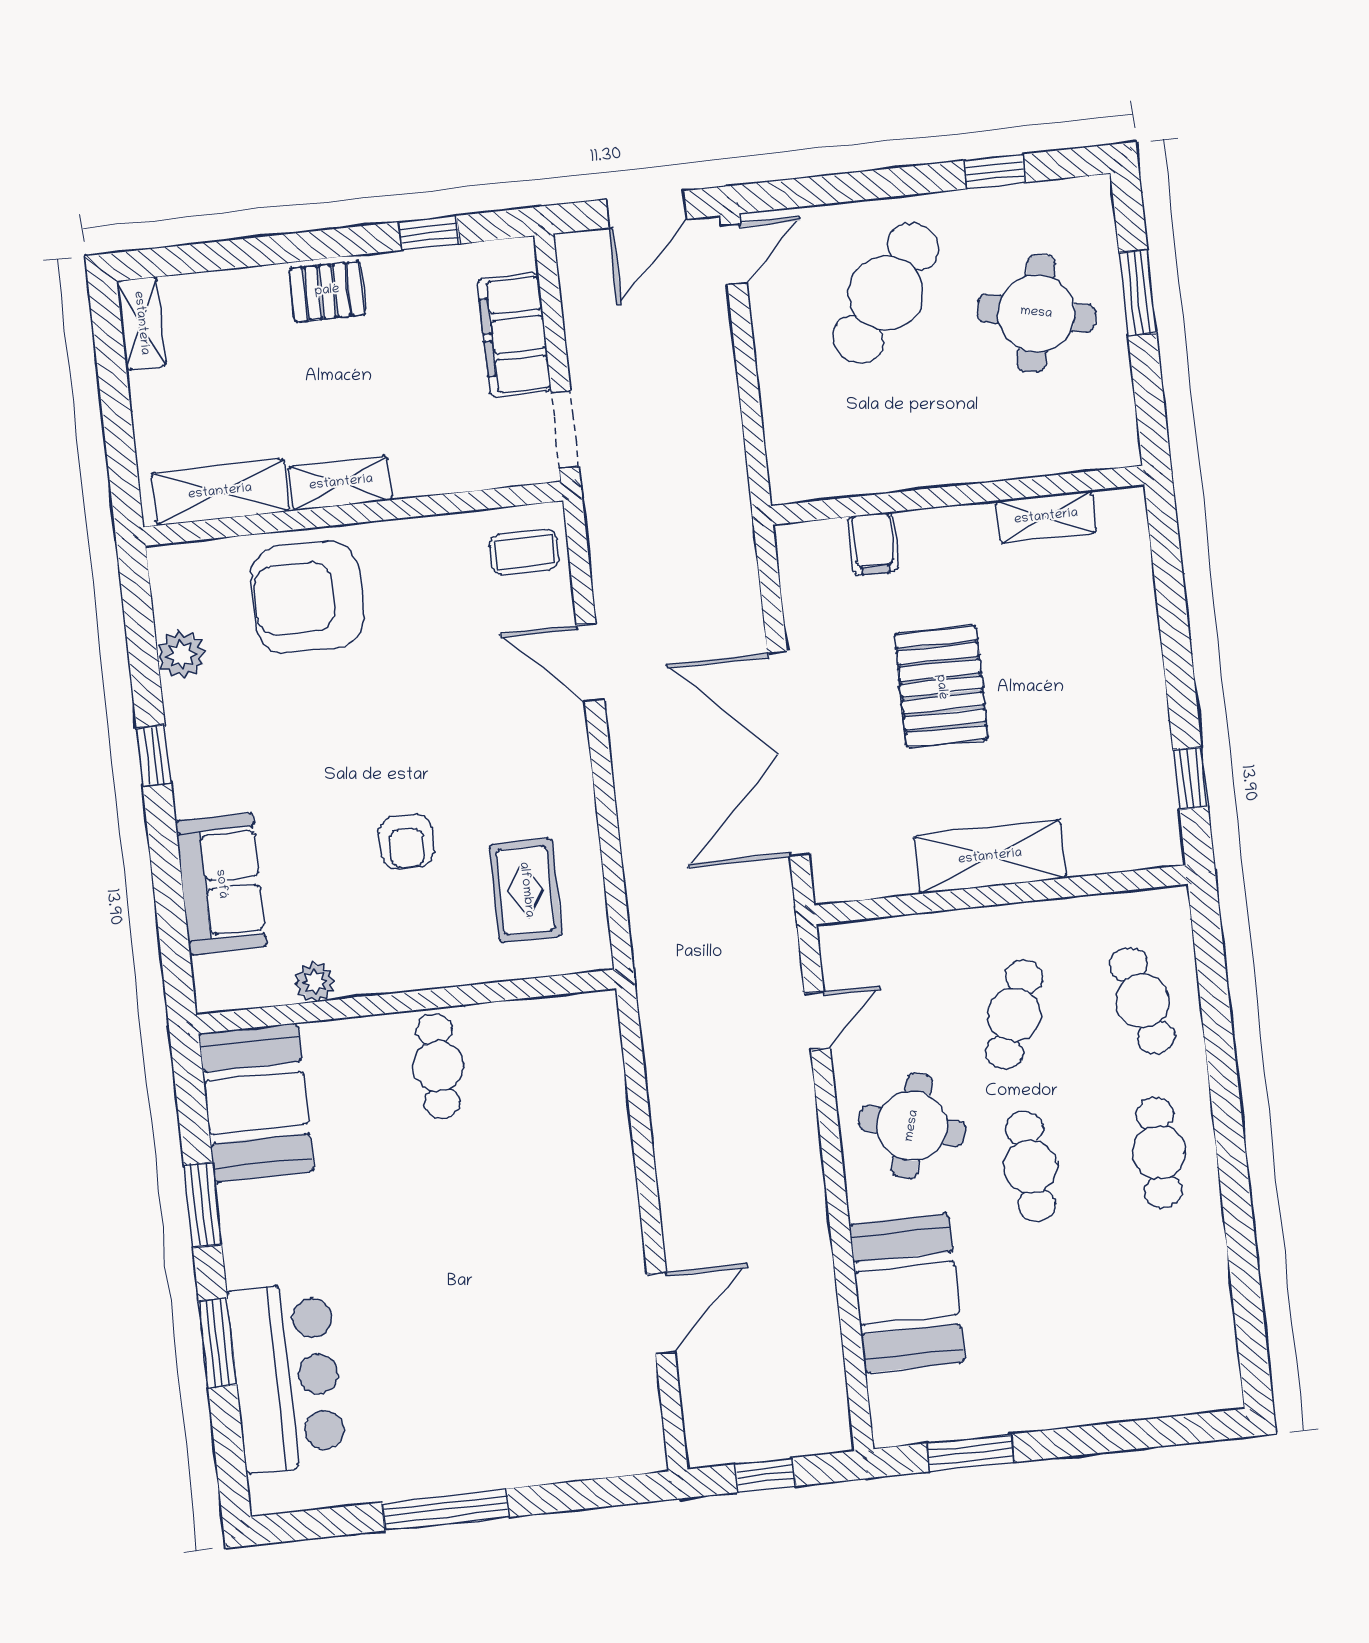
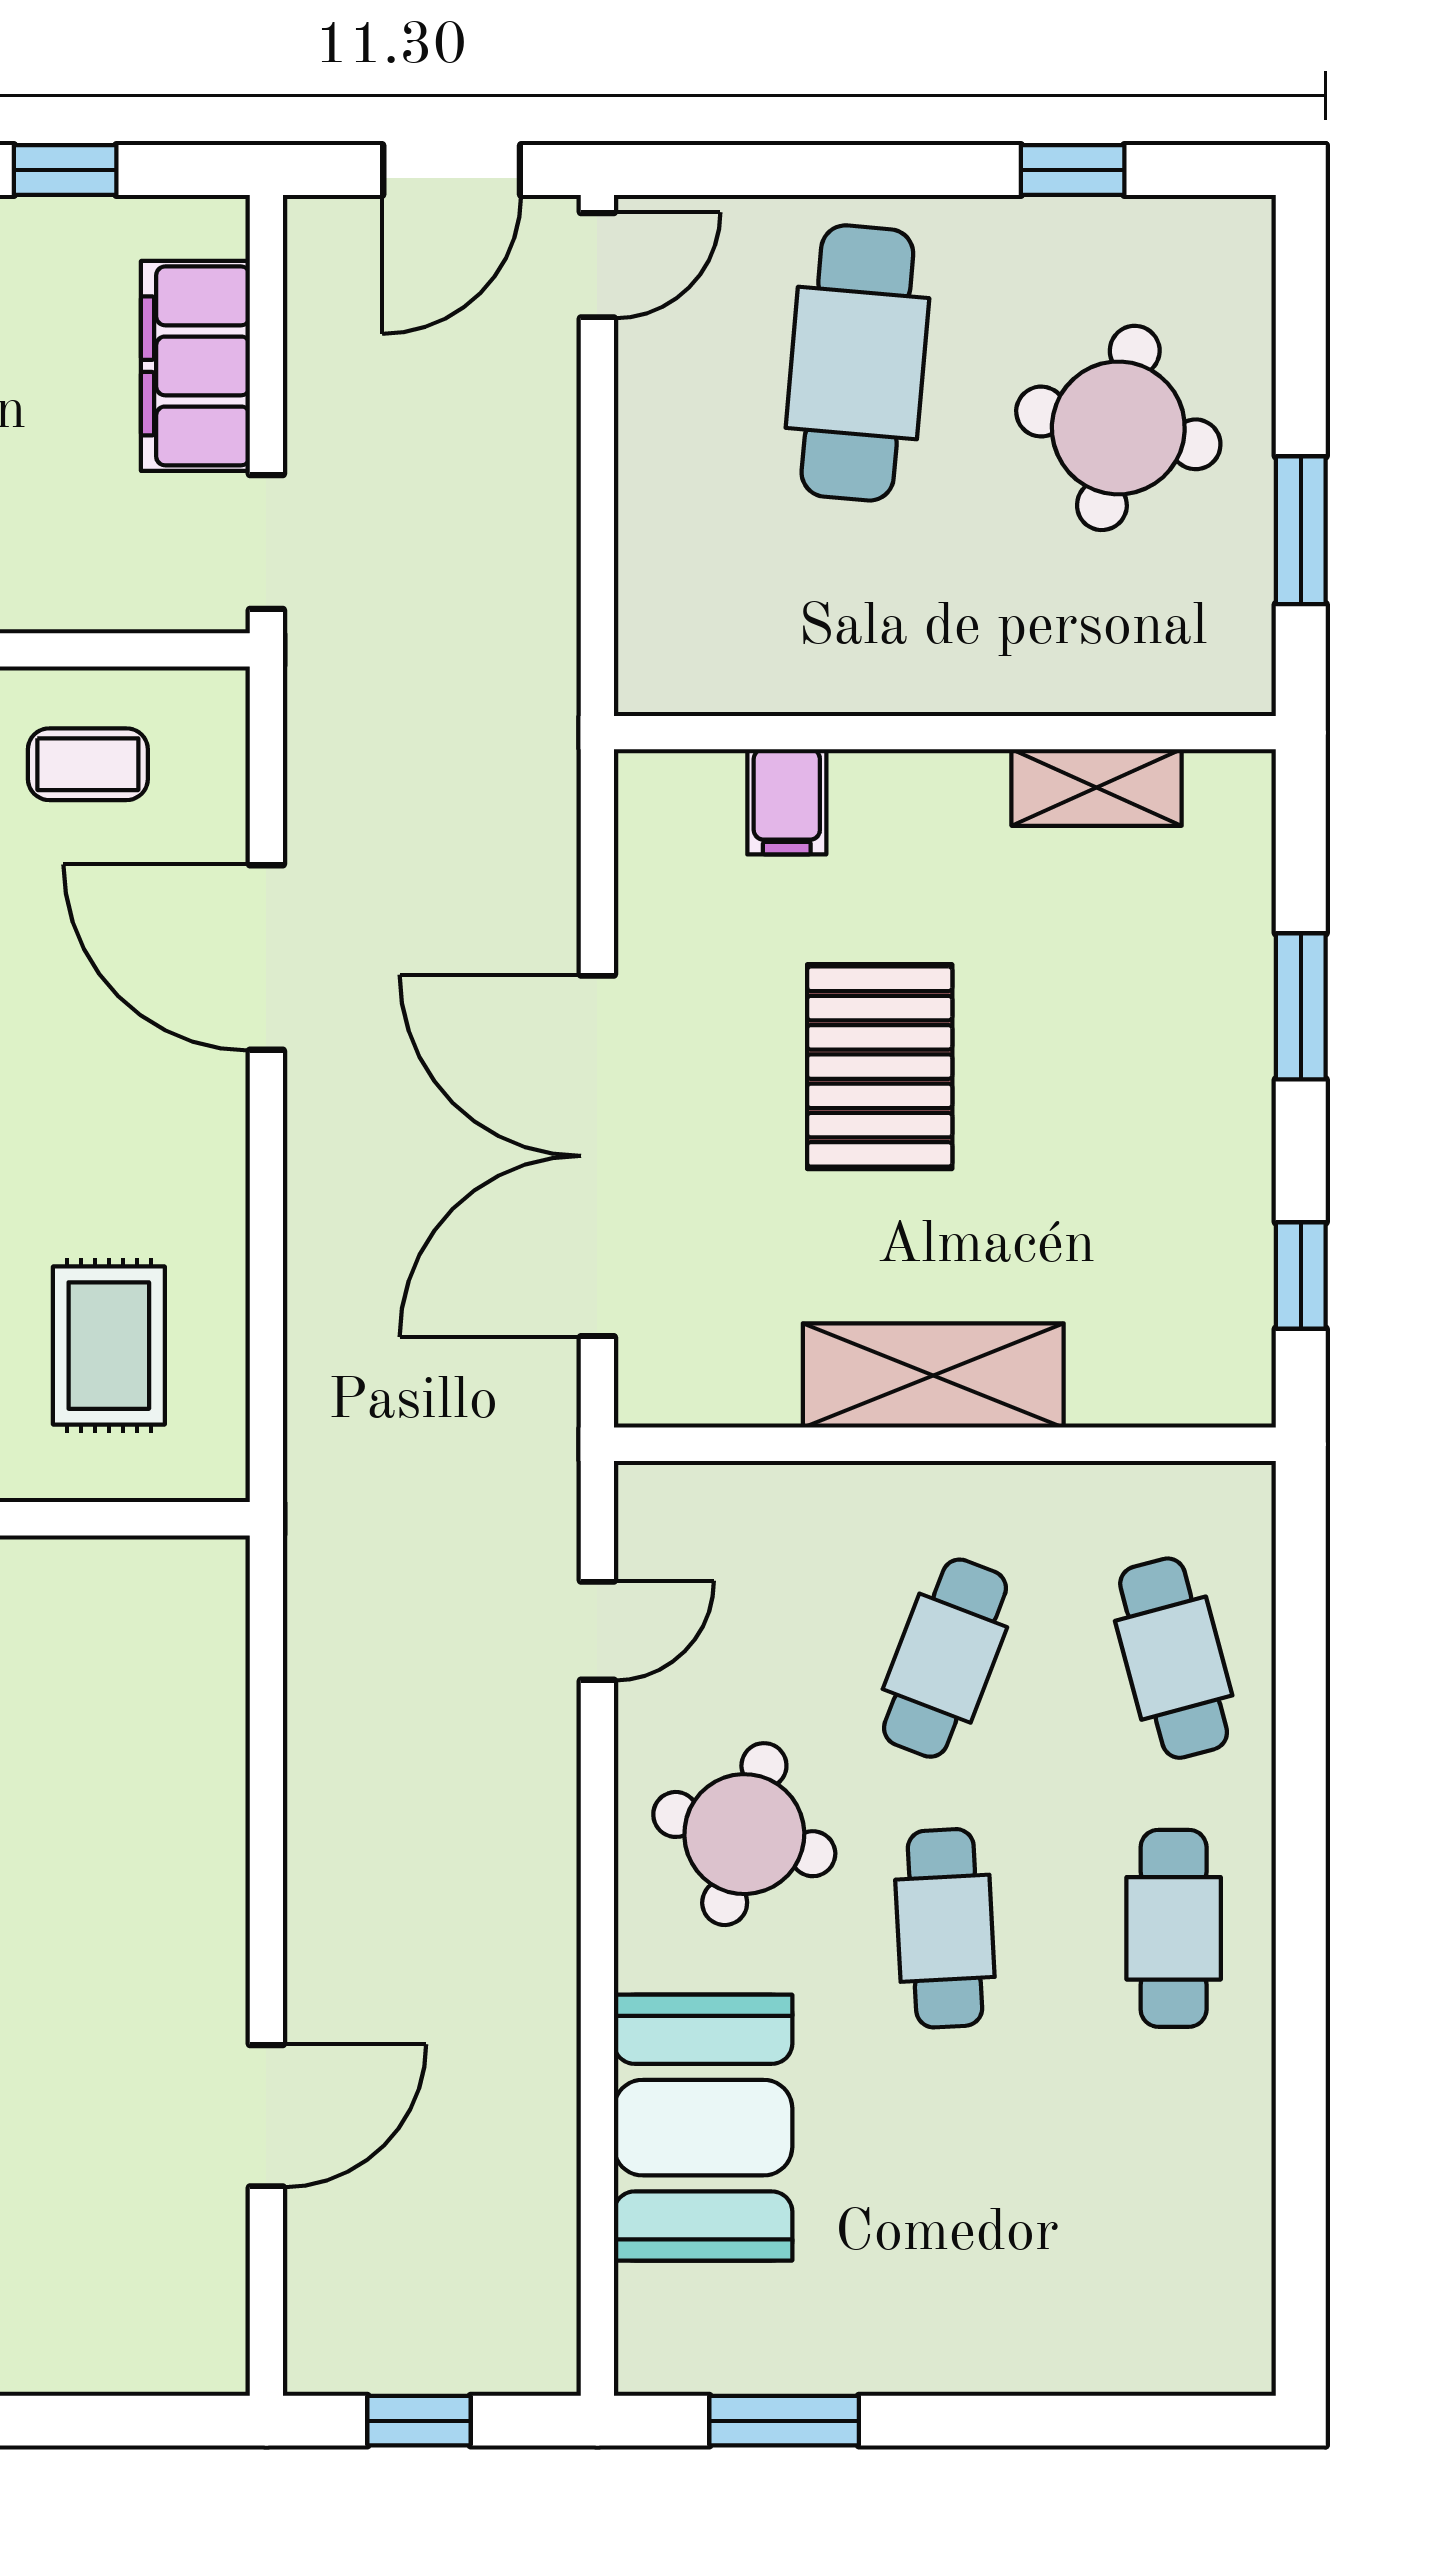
cafe table: (886, 293) -> (857, 363), turned -32
window: (1138, 293) -> (1301, 530), moved
coffee table: (524, 552) -> (88, 764), moved
window: (1174, 627) -> (1301, 1006), added
door: (590, 663) -> (266, 958), width x1.36

